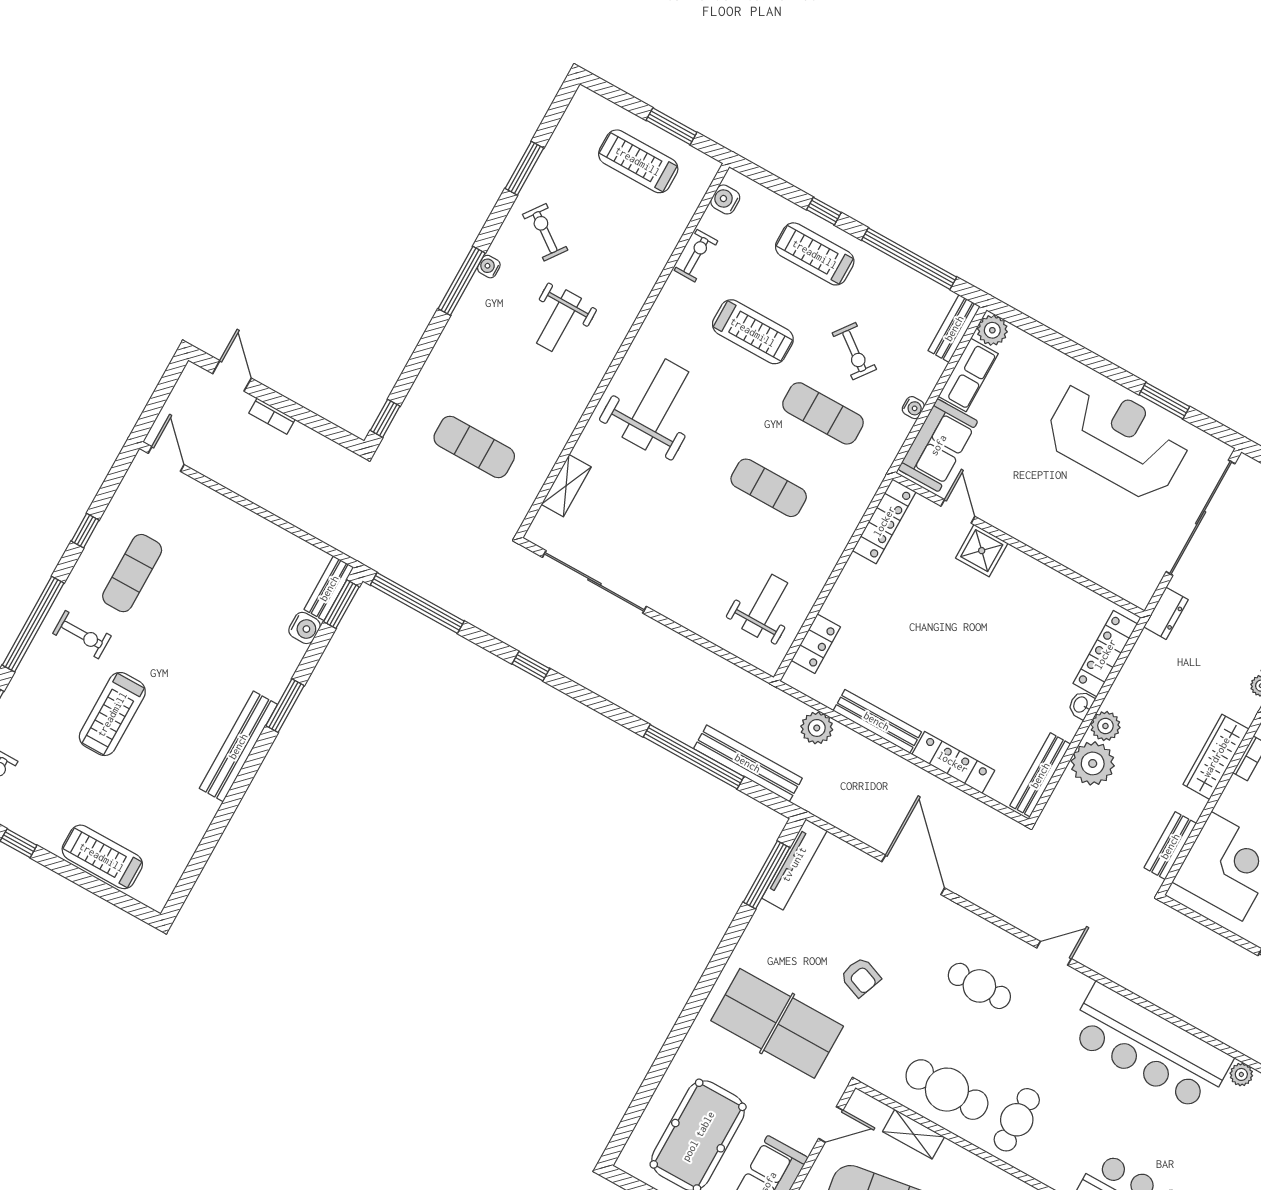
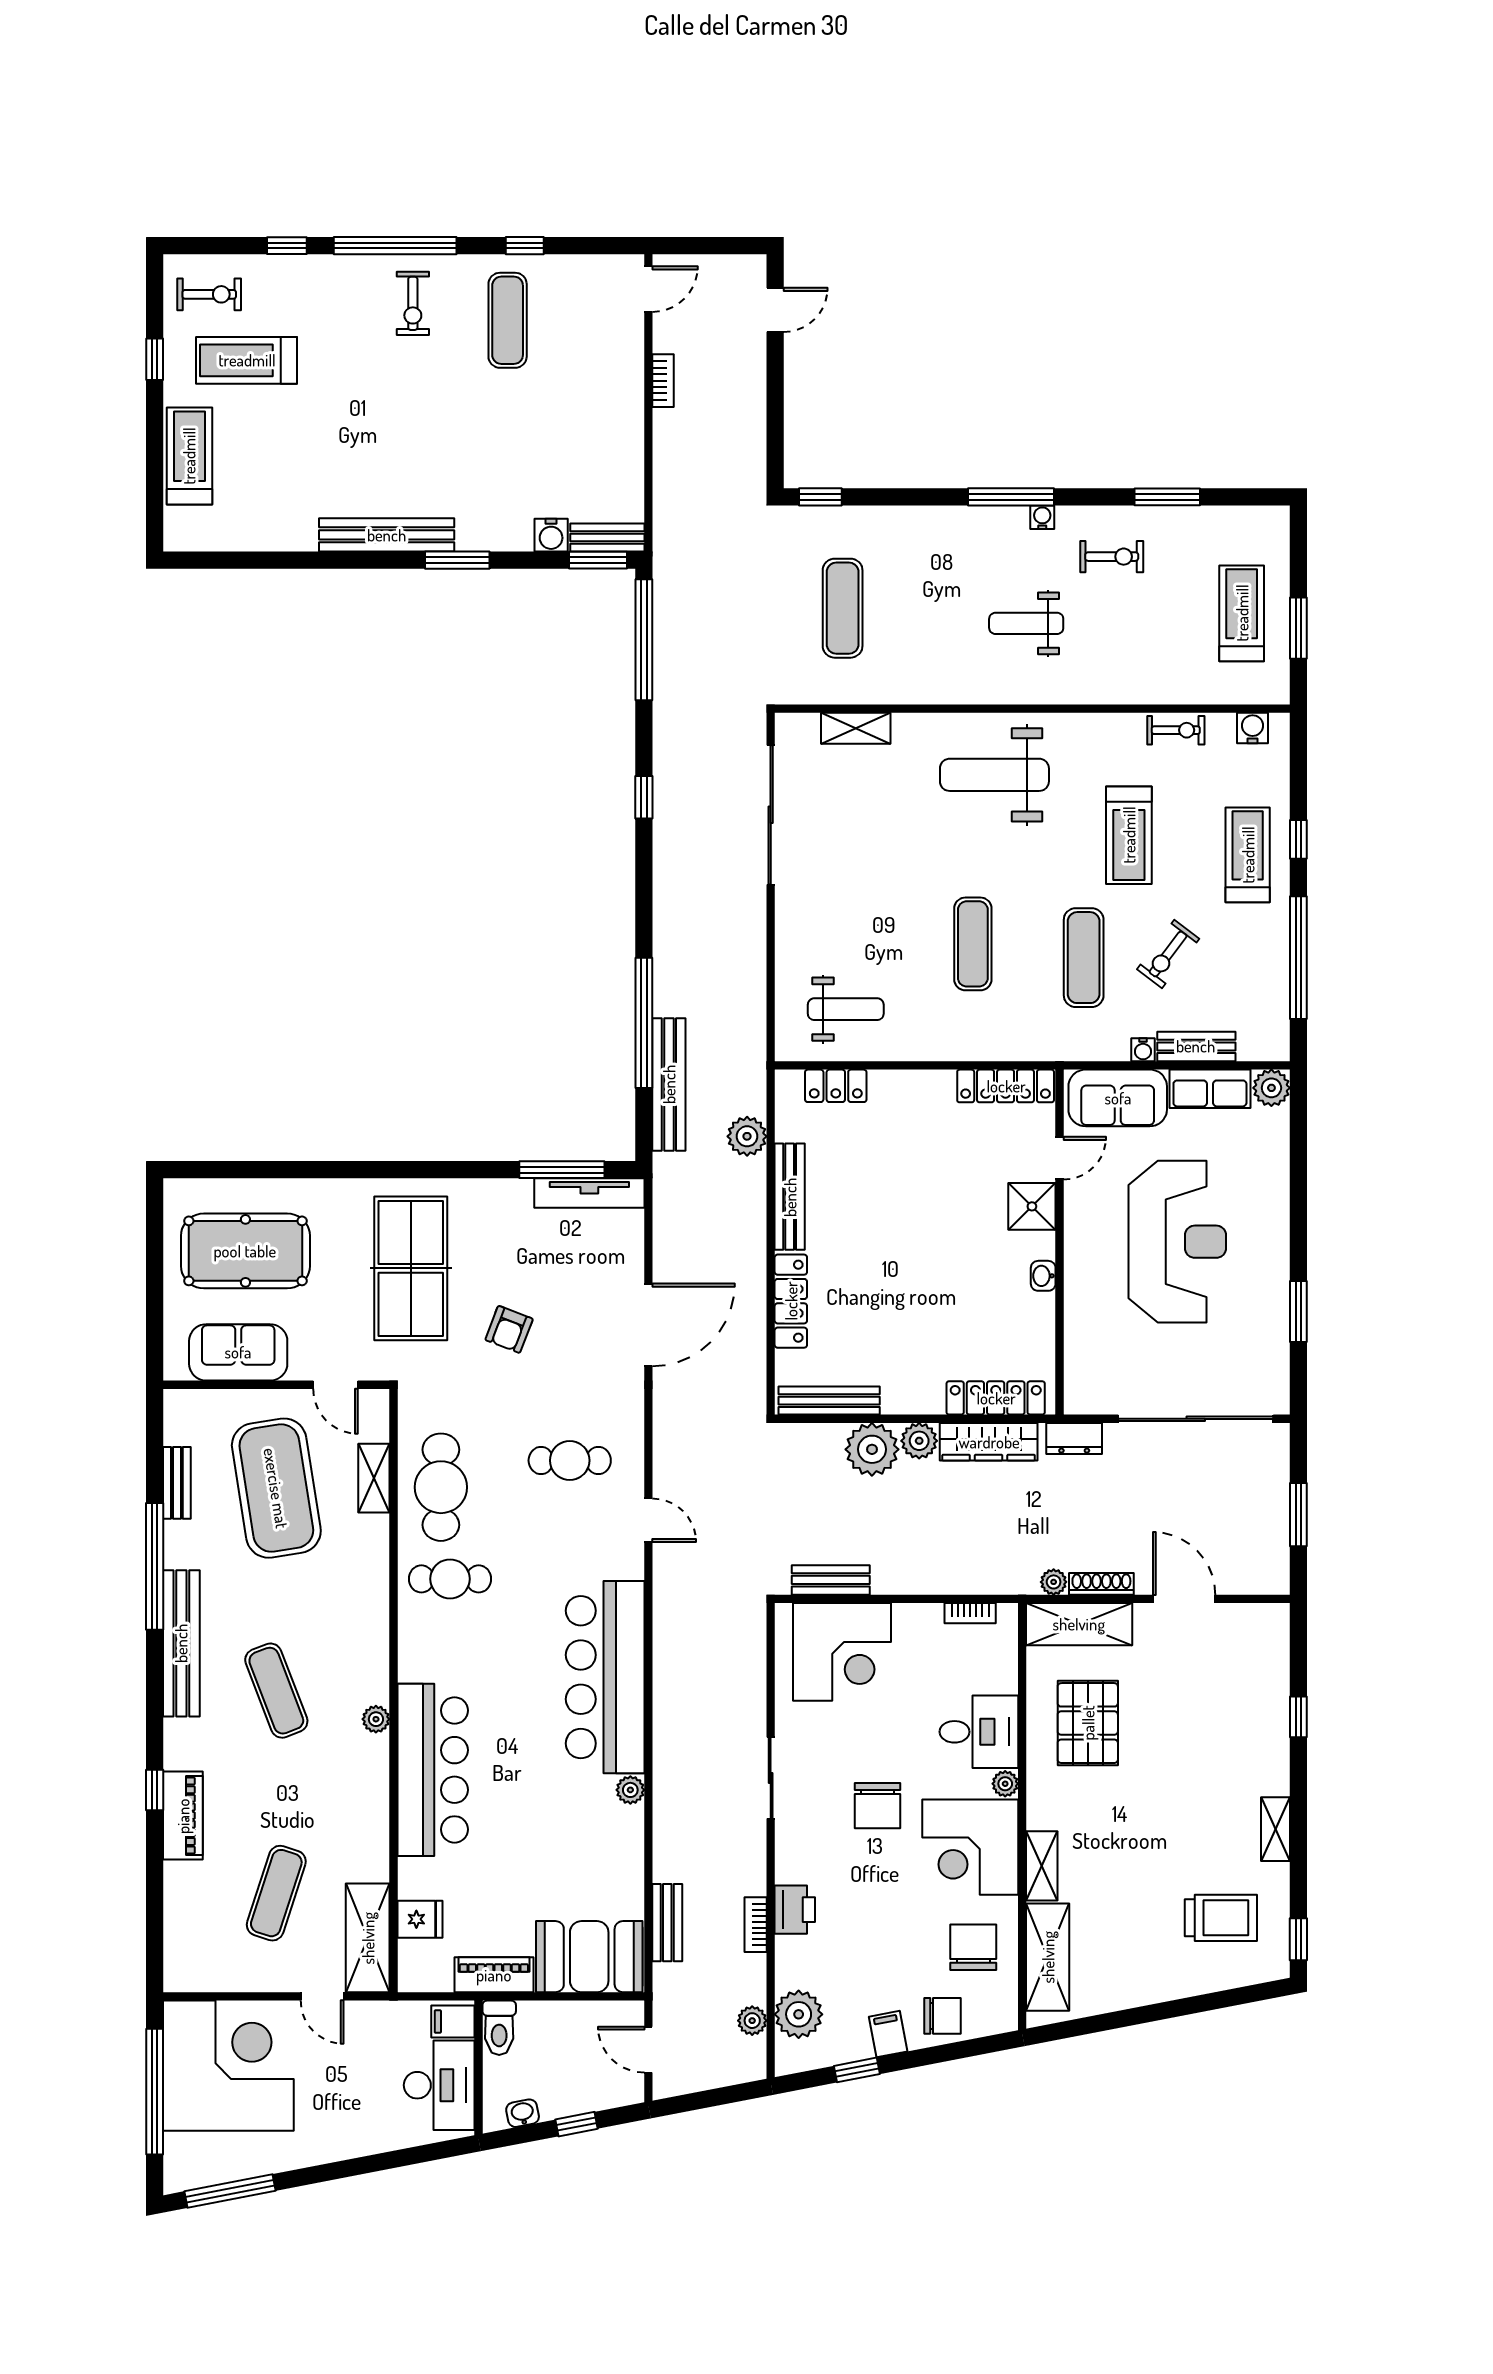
exercise bike: (545, 232) -> (1112, 557), turned 54
bench: (954, 328) -> (1196, 1046), moved
weight bench: (655, 404) -> (994, 775), turned 180
bookcase: (272, 416) -> (663, 381), moved, turned 180
reception desk: (1117, 439) -> (1177, 1242), moved
exercise mat: (132, 573) -> (508, 320), turned 90
washbasin: (1081, 705) -> (1043, 1276), moved, turned -90
treadmill: (112, 714) -> (247, 360), moved
wardrobe: (1216, 757) -> (989, 1442), moved, turned 180
cafe table: (979, 986) -> (570, 1460), turned 90

